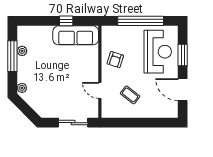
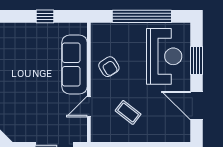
sofa: (76, 35) -> (74, 64), moved, turned 90
armchair: (115, 60) -> (109, 67), turned -51
door: (100, 90) -> (89, 107), hinge flipped

